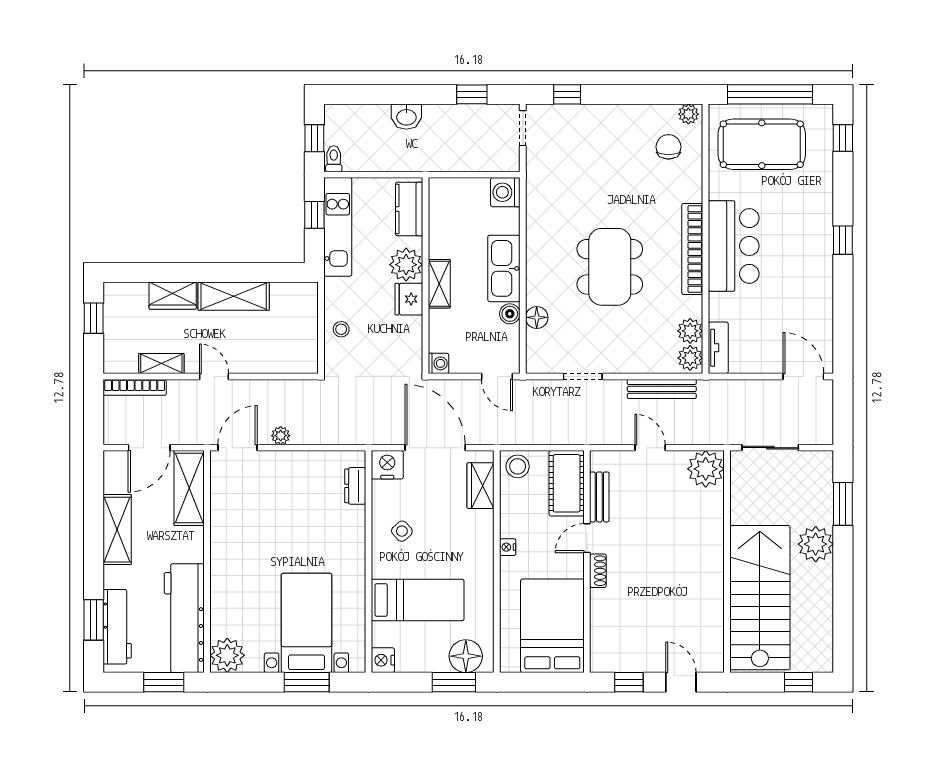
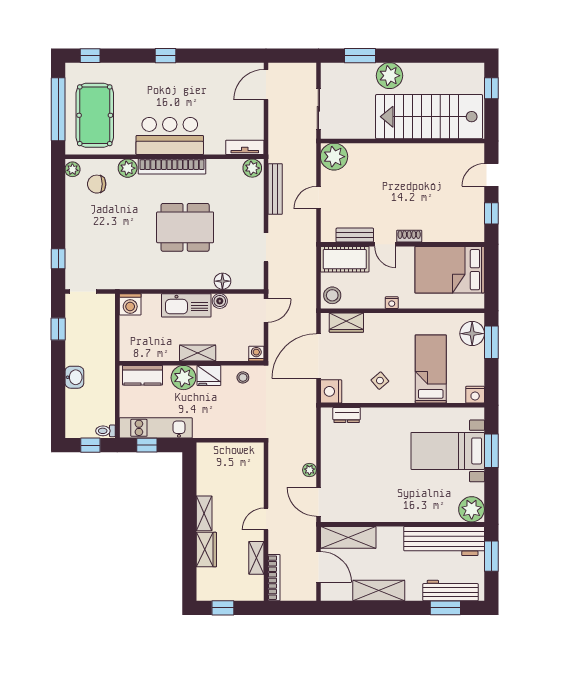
shelving: (234, 296) -> (204, 513), width x0.67, depth x0.75
stool: (341, 329) -> (243, 377), moved
plant: (690, 331) -> (128, 168), moved

